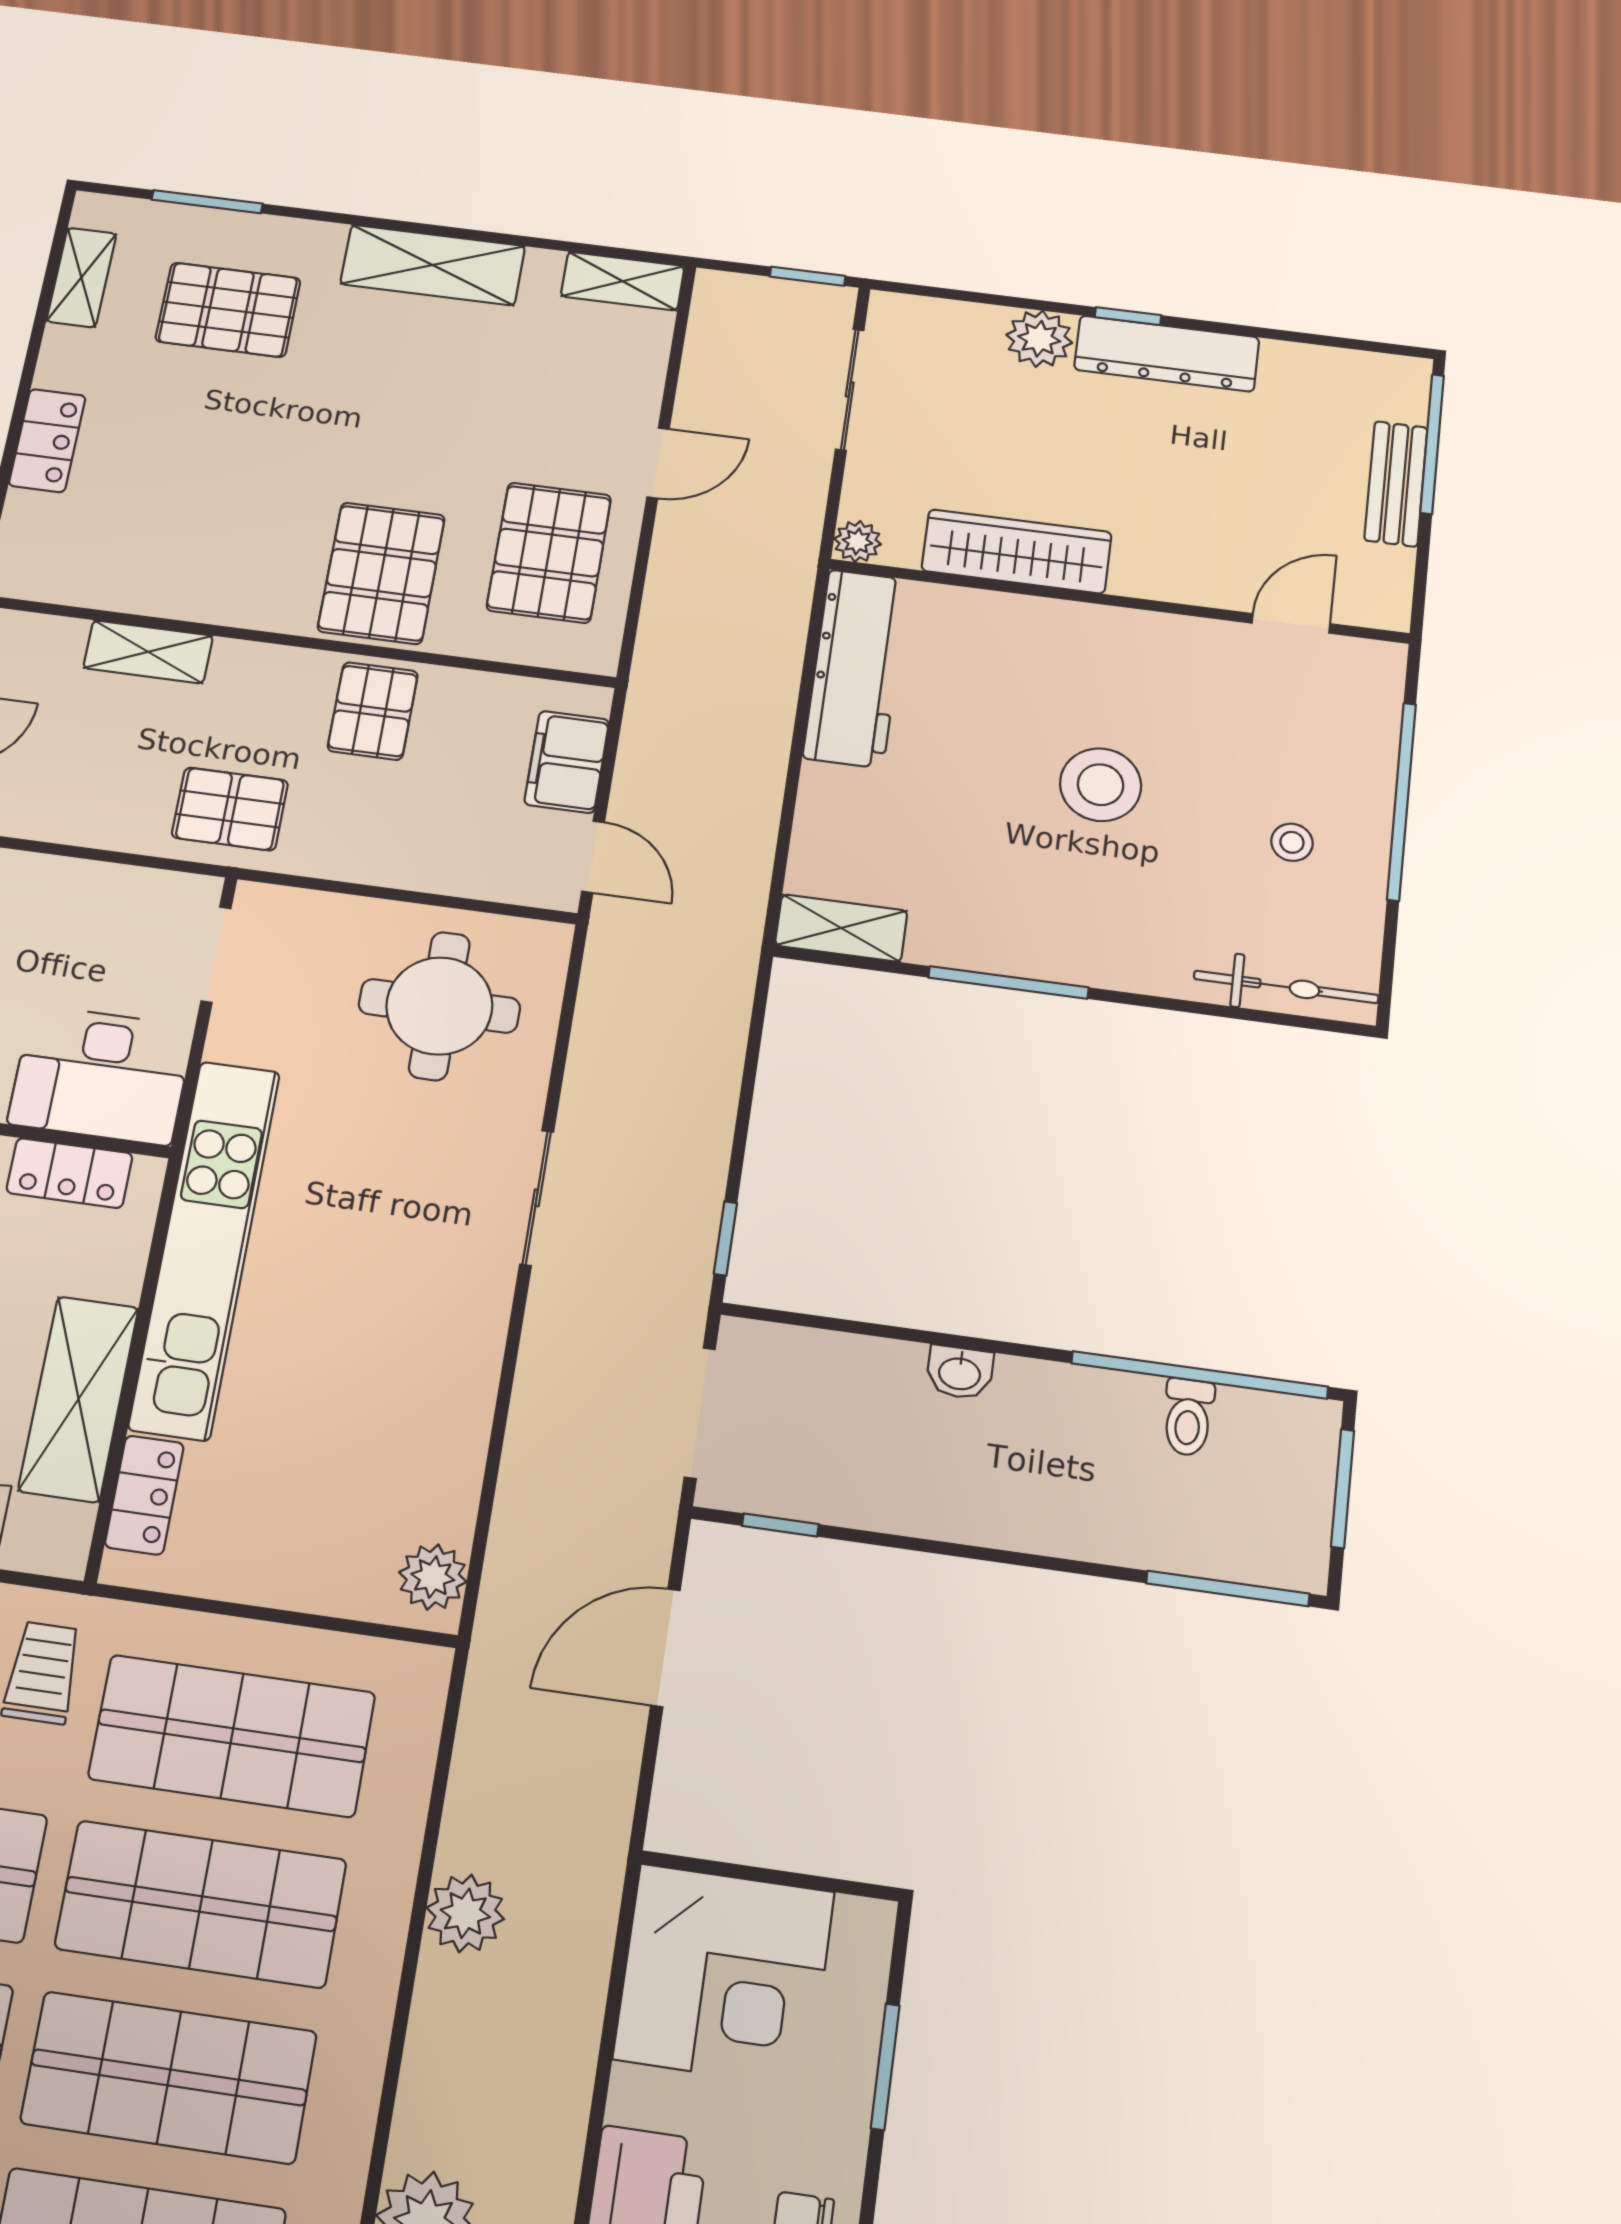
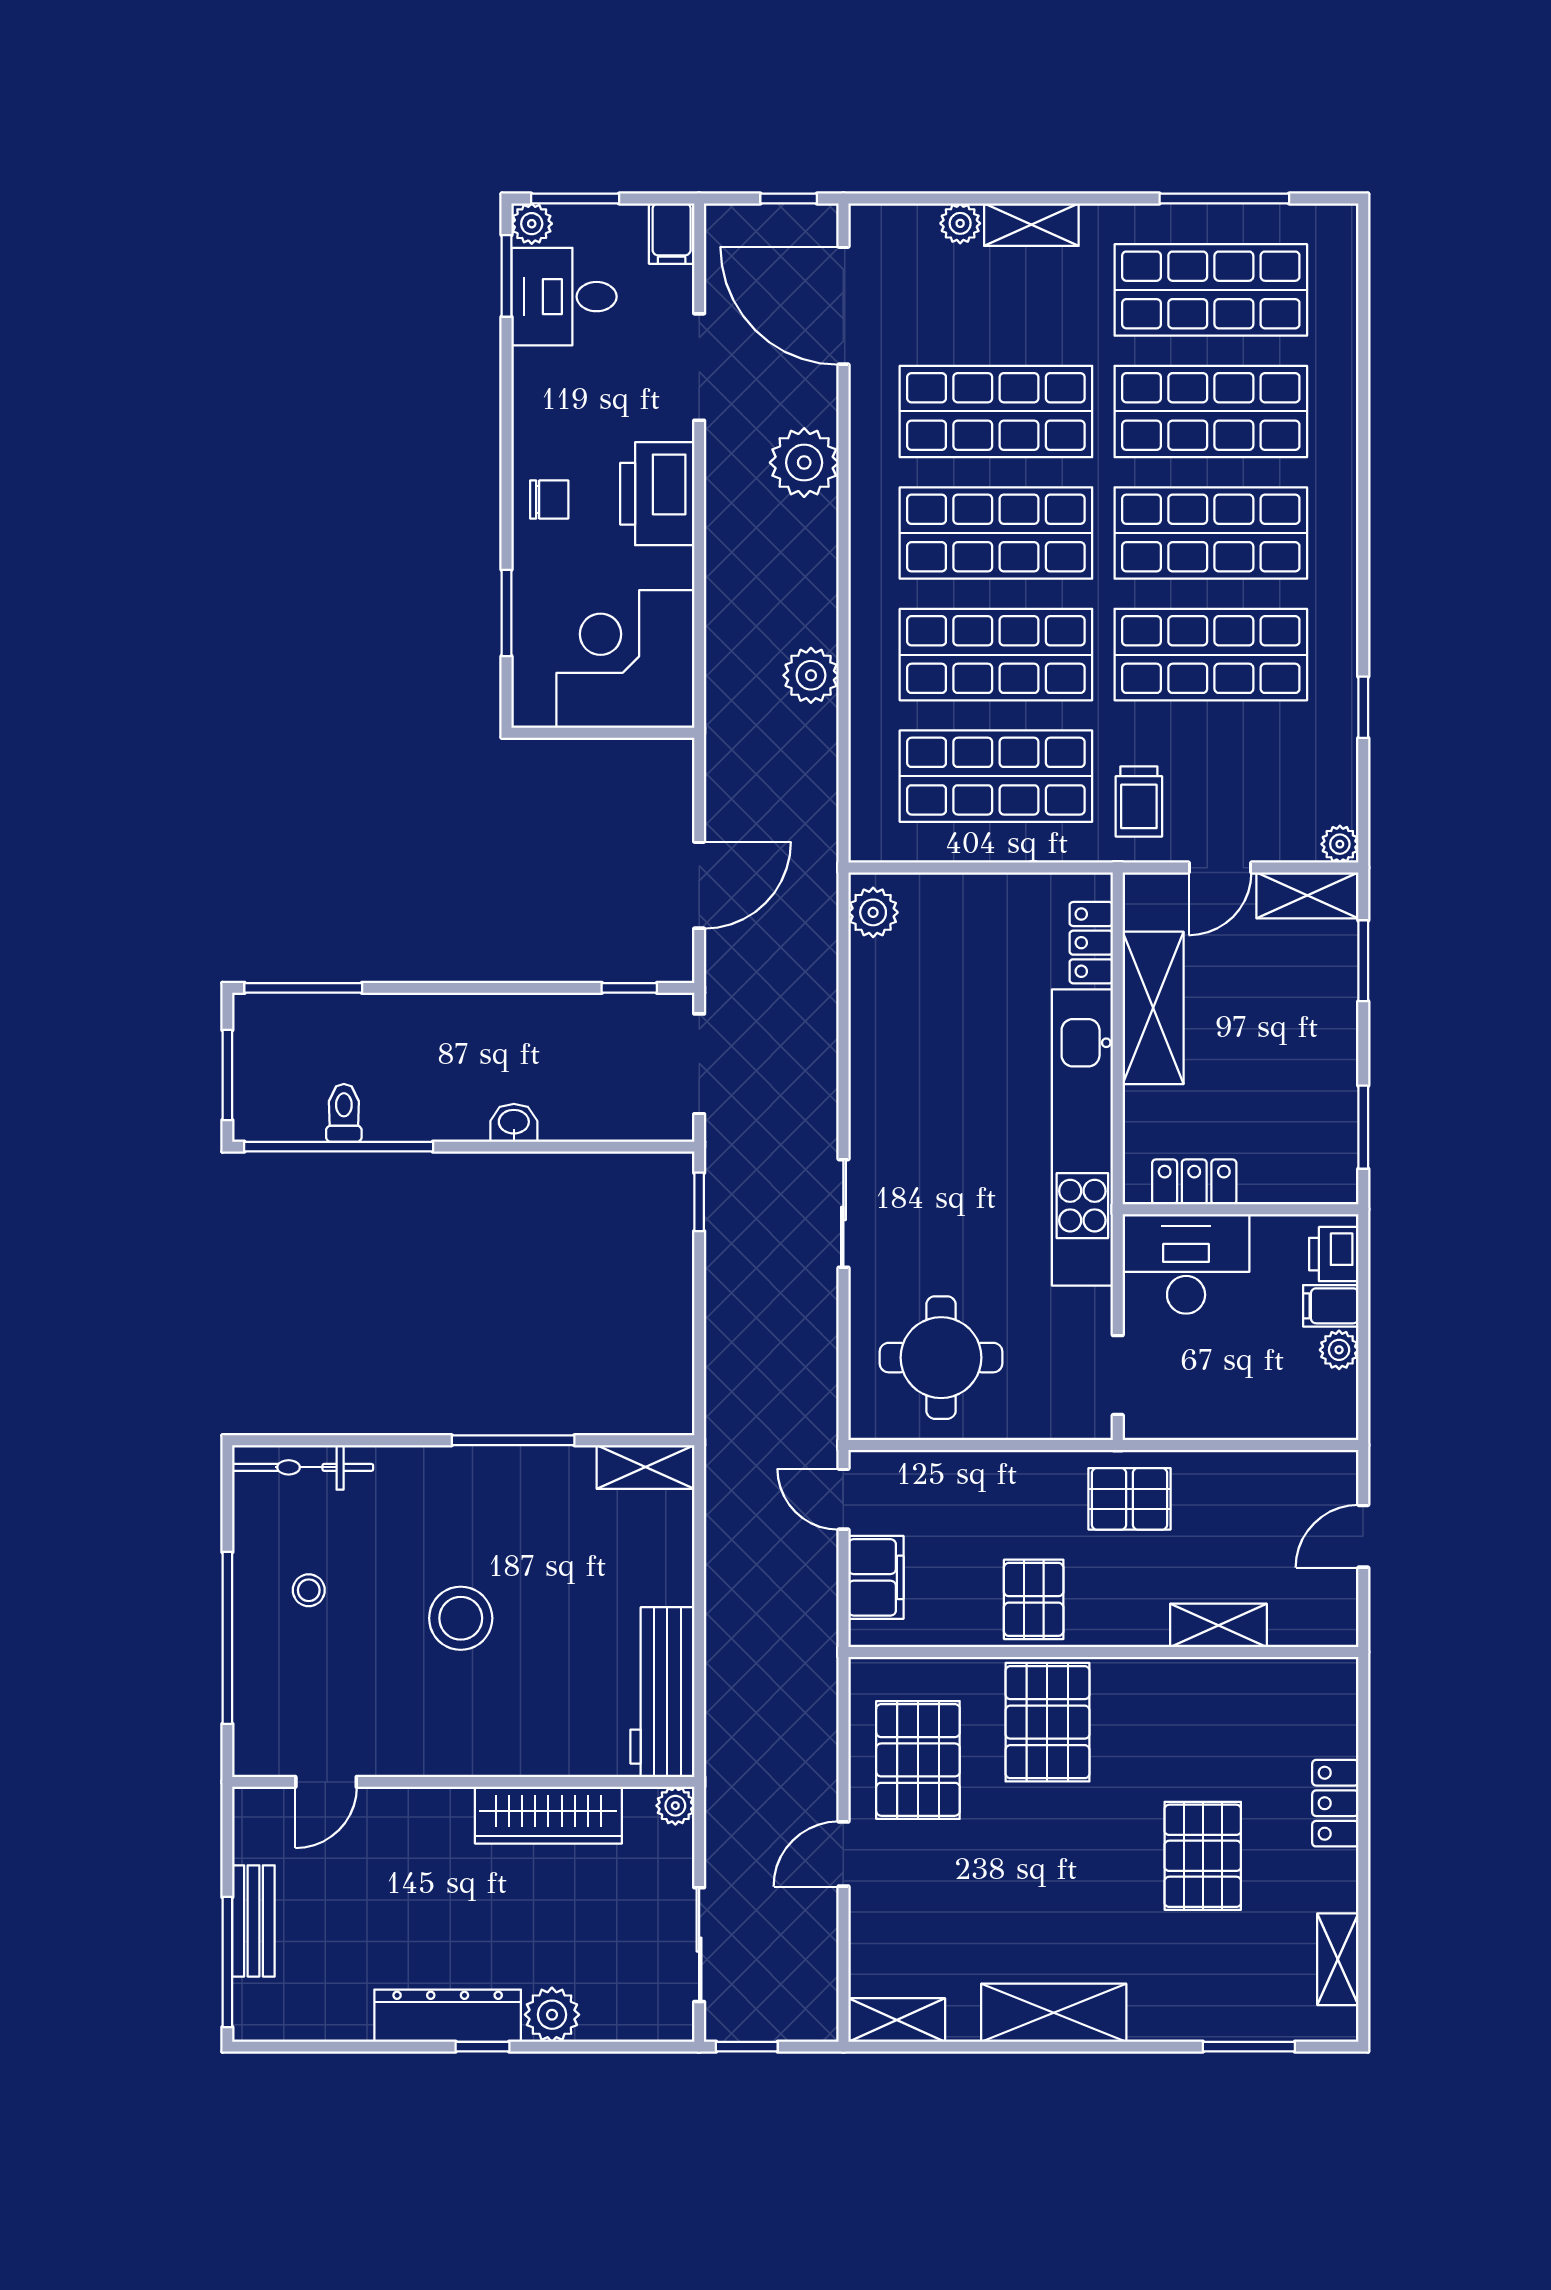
pallet: (228, 310) -> (1203, 1856), moved, turned 90

